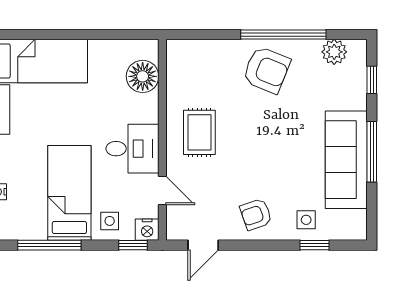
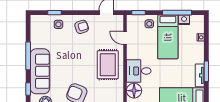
rug: (199, 132) -> (108, 65), width x1.36, depth x1.43
desk: (132, 149) -> (139, 71), moved
sofa: (346, 160) -> (40, 71), moved
nightstand: (147, 230) -> (184, 20), moved

